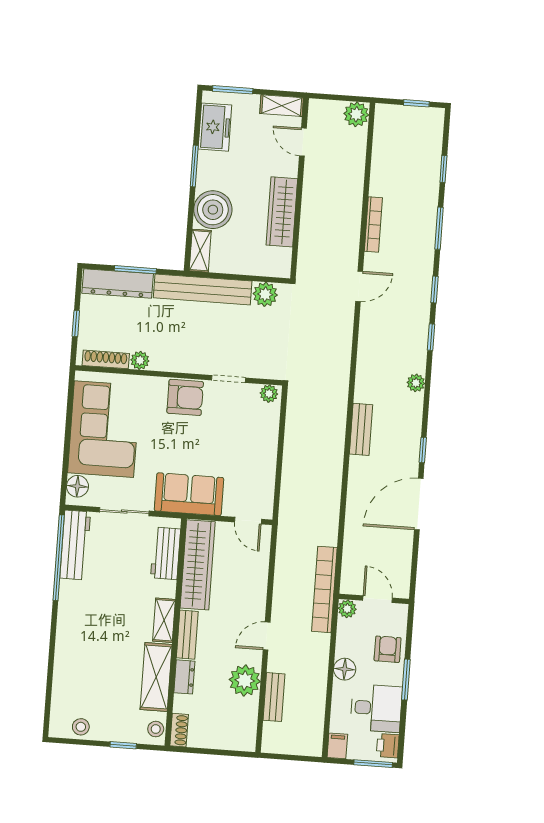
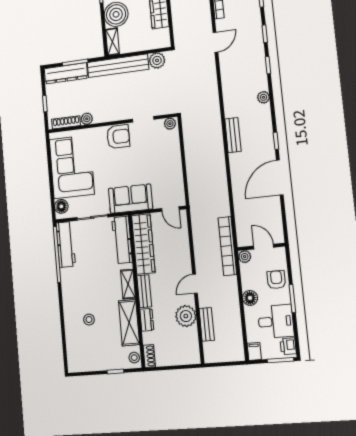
workbench: (166, 553) -> (122, 240), width x1.38
stool: (81, 727) -> (89, 320), moved

